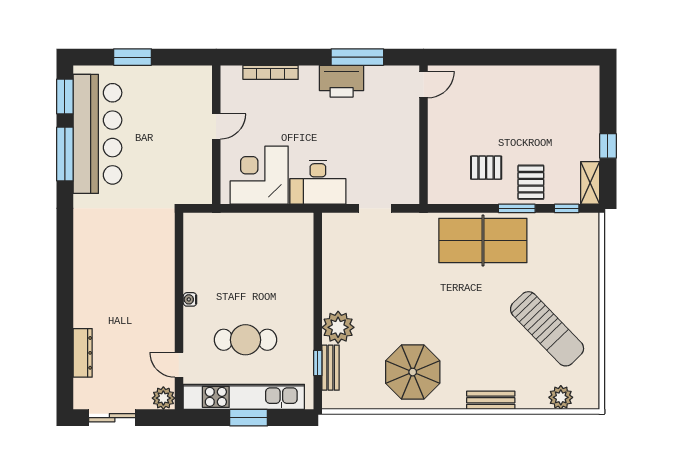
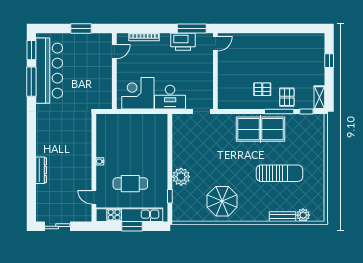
window: (133, 57) -> (81, 29), moved
door: (424, 85) -> (215, 44), moved
door: (216, 126) -> (114, 52), moved
wall: (424, 135) -> (215, 71), moved
window: (608, 146) -> (329, 61), moved
window: (517, 208) -> (279, 111), width x1.44
sun lounger: (547, 329) -> (279, 173), moved, turned -46
dresser: (83, 353) -> (41, 170), moved
bench: (331, 368) -> (177, 199), removed
plant: (163, 398) -> (85, 215), removed
bench: (491, 400) -> (283, 217), moved

